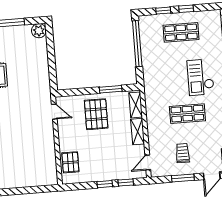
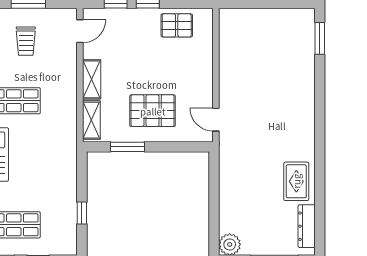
window: (137, 44) -> (82, 213), width x0.32
pallet: (96, 114) -> (153, 111), turned 90
pallet: (70, 162) -> (177, 25), moved, turned 90

